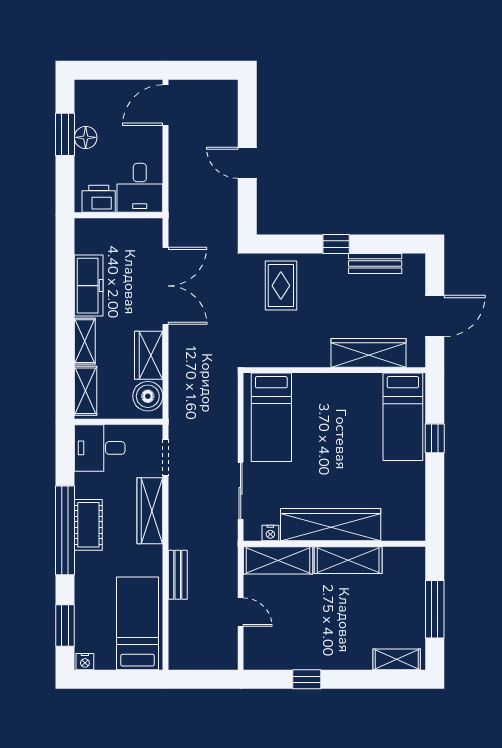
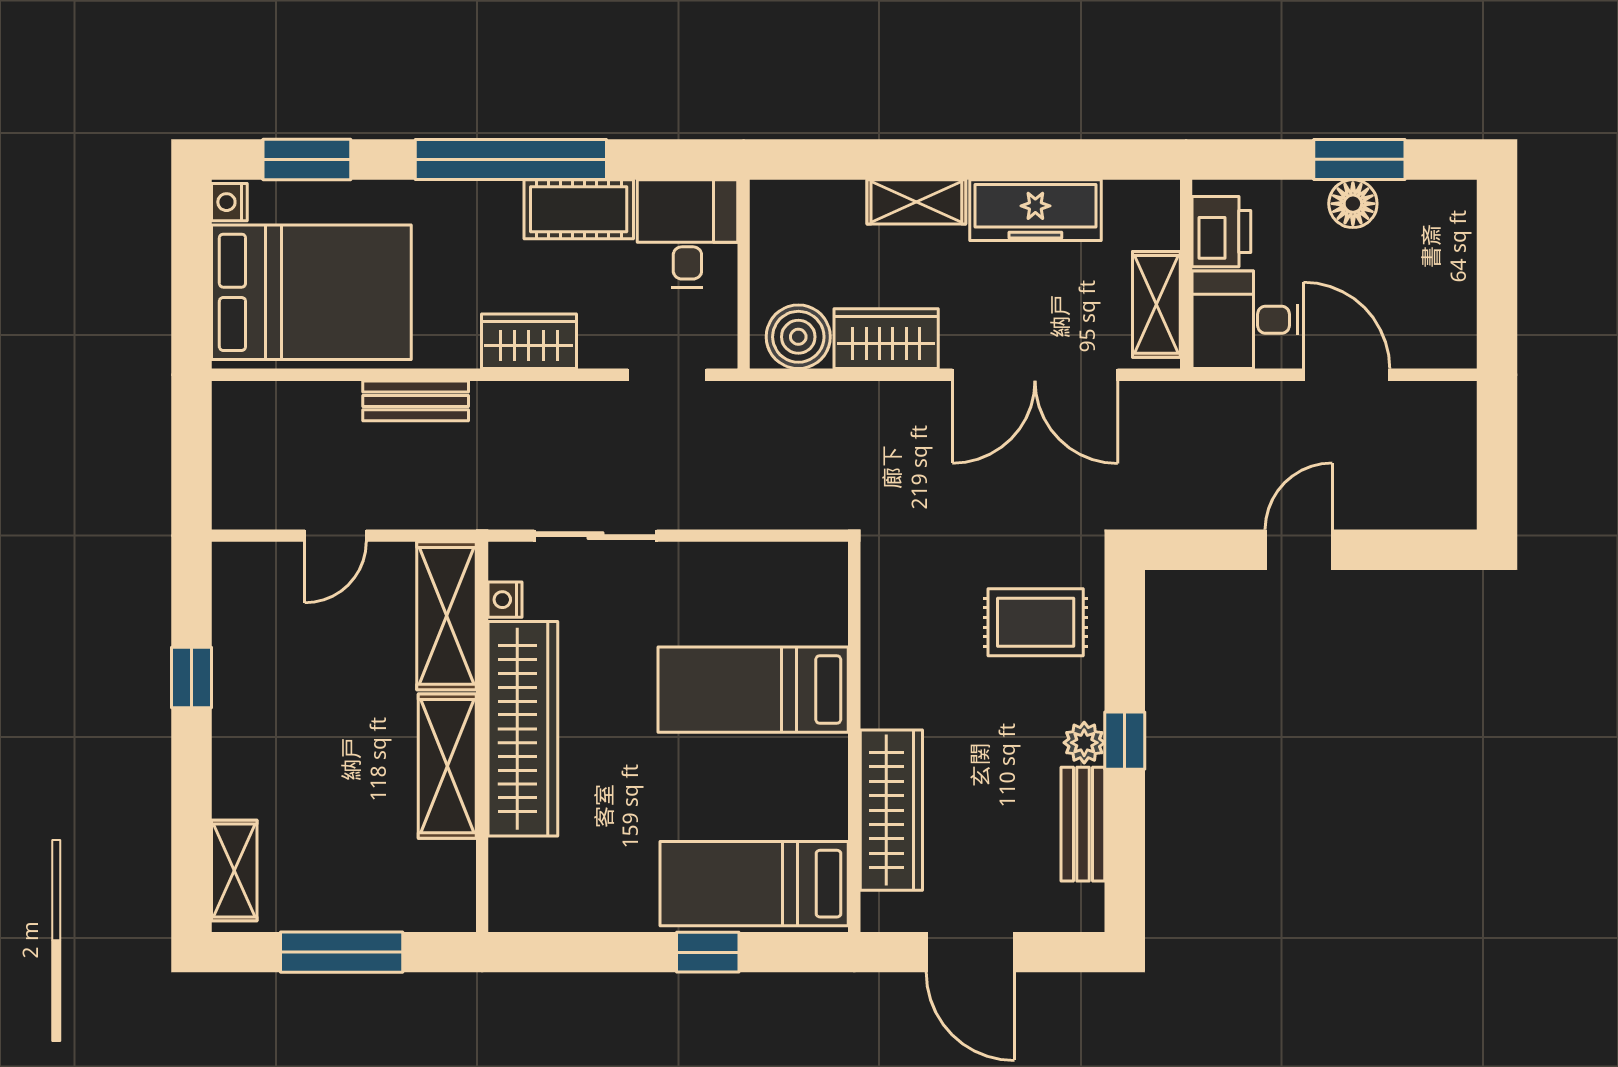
door: (165, 105) -> (1347, 375), moved
plant: (337, 263) -> (1084, 743), added
shelving: (86, 391) -> (1156, 304), moved, turned 90
bed: (271, 417) -> (753, 690), moved
wardrobe: (150, 511) -> (529, 341), width x0.67
cot: (88, 525) -> (579, 209), moved
bed: (138, 623) -> (311, 292), width x1.50

